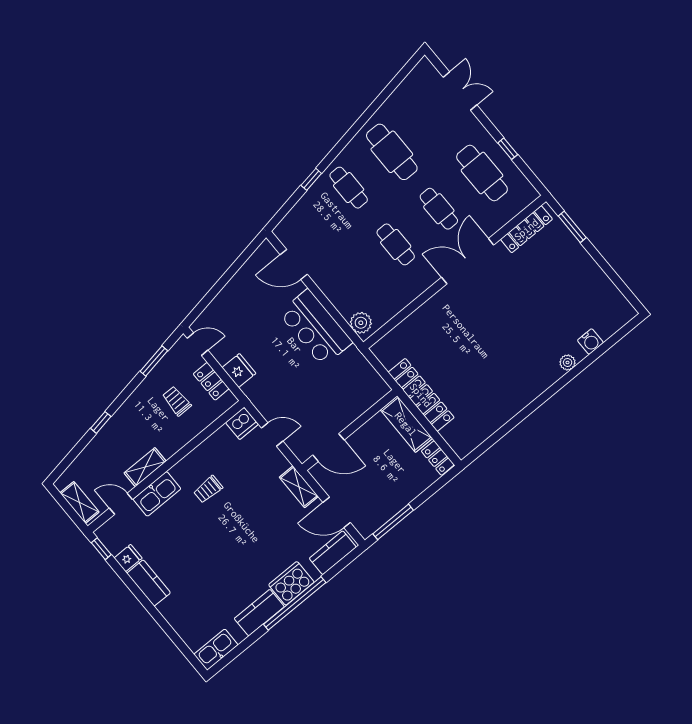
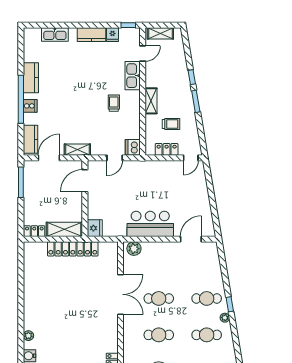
plant: (354, 147) -> (225, 318), added
cafe table: (392, 152) -> (207, 335), width x0.73, depth x0.74
window: (311, 179) -> (230, 304), moved
double door: (468, 261) -> (121, 294), moved
window: (154, 361) -> (196, 101), moved
fridge: (239, 371) -> (95, 228), moved, turned -90
shelving: (145, 467) -> (151, 101), moved
cooker: (291, 583) -> (30, 106), width x0.53, depth x0.76
kitchen sink: (216, 650) -> (55, 34), moved, turned 90

